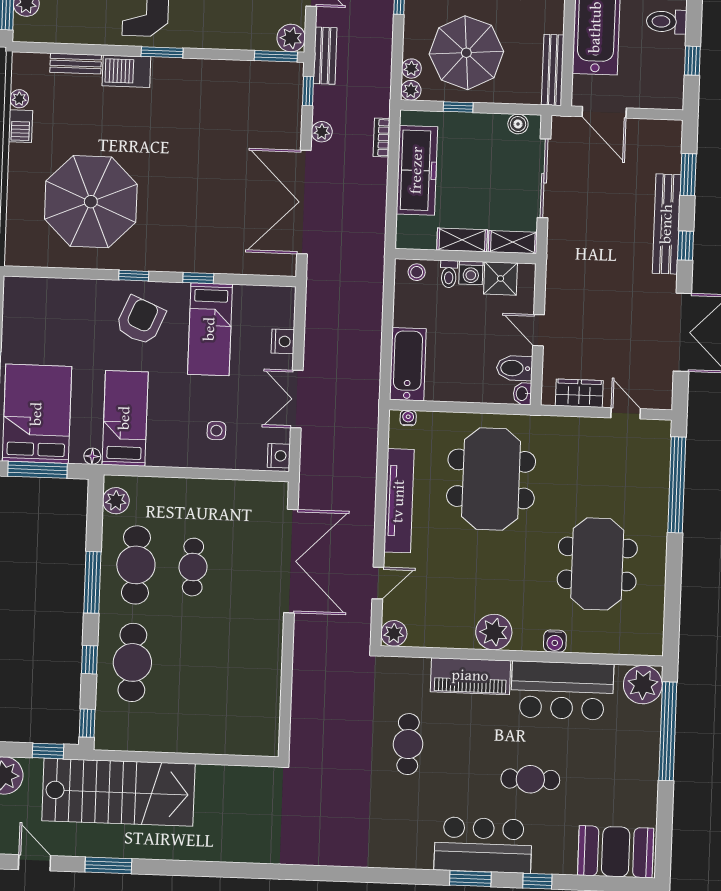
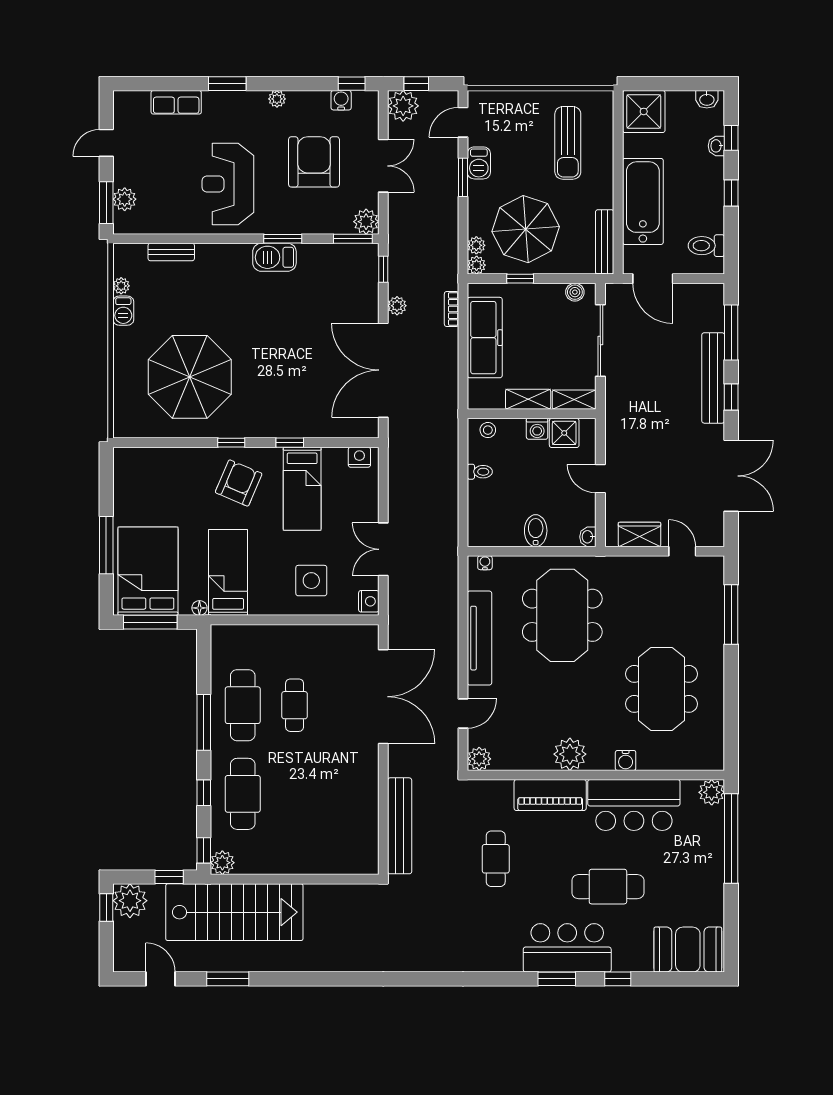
toilet: (667, 22) -> (706, 246), moved
window: (162, 52) -> (283, 239), moved
bench: (325, 56) -> (400, 826), moved, width x1.86, depth x1.21
window: (692, 61) -> (731, 193), moved
barbecue: (126, 71) -> (274, 257), moved
window: (688, 175) -> (731, 332), width x1.44
toilet: (449, 274) -> (480, 472), moved, turned -90
nightstand: (283, 341) -> (359, 457), moved, turned -90
bathtub: (408, 364) -> (483, 514), removed
bidet: (514, 368) -> (536, 531), moved, turned 90
side table: (216, 431) -> (311, 581), width x1.87, depth x1.87
window: (677, 485) -> (731, 614), width x0.68
plant: (116, 501) -> (222, 863), moved
plant: (643, 685) -> (712, 792), width x0.73, depth x0.73
cafe table: (530, 779) -> (608, 887), width x1.37, depth x1.35

